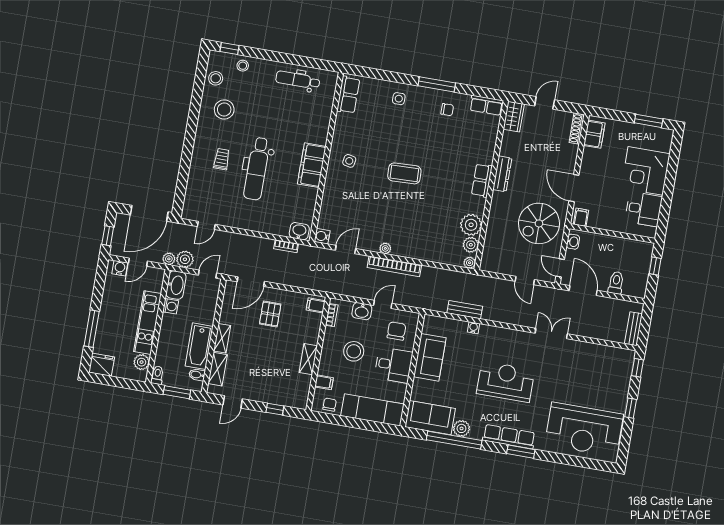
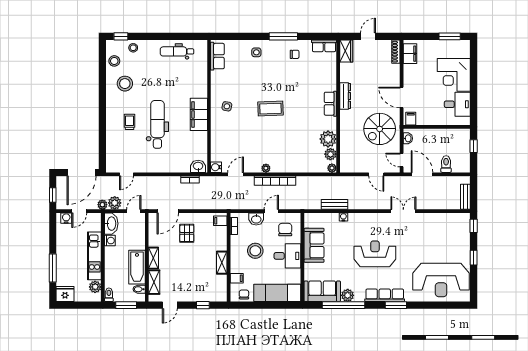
dental chair: (257, 169) -> (157, 124), turned 180

